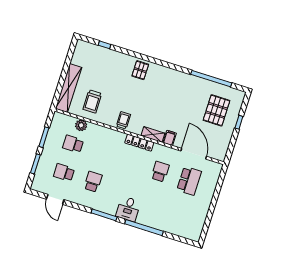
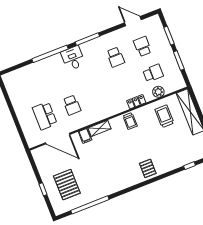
locker: (139, 143) -> (136, 102), moved, width x0.66
school desk: (64, 173) -> (143, 46), turned -90

